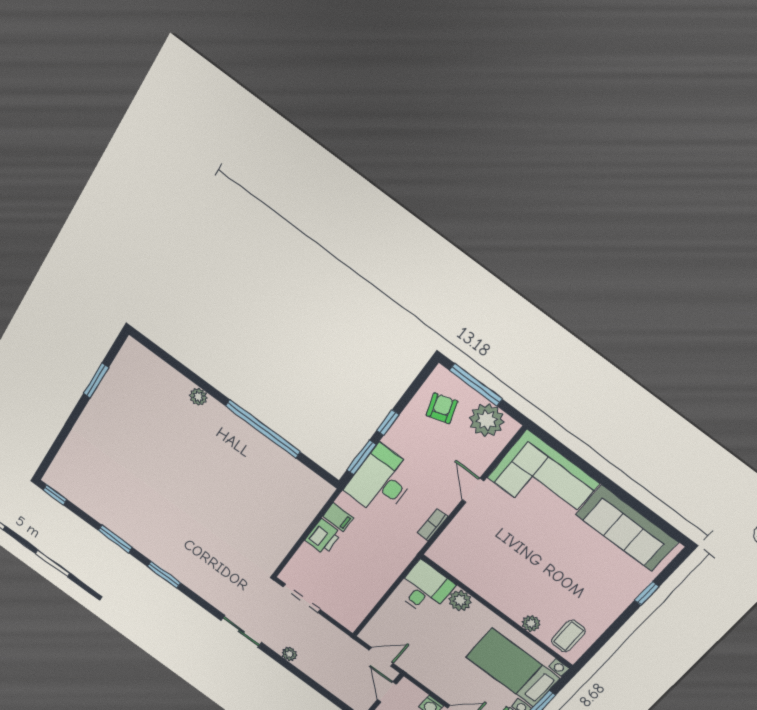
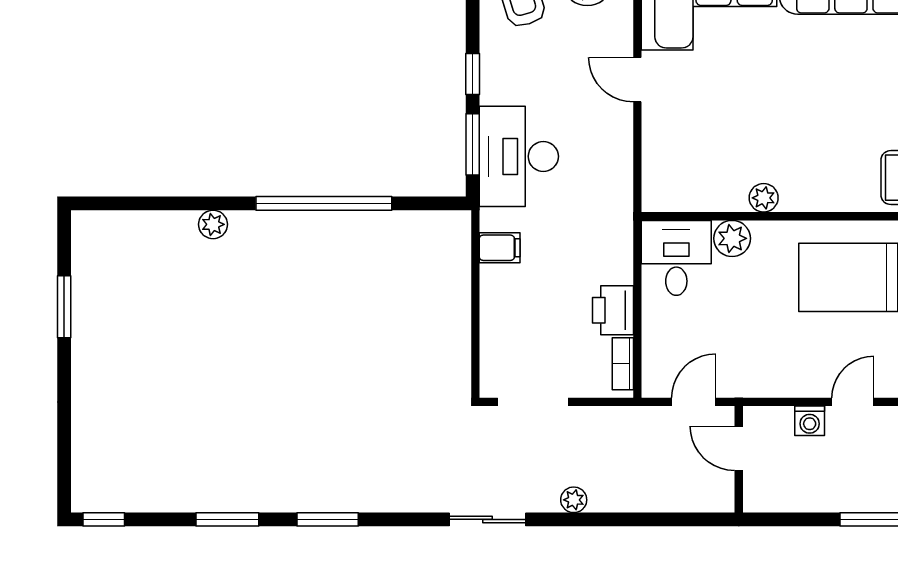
bookcase: (433, 525) -> (623, 364), moved
printer: (323, 537) -> (613, 310), moved, turned 180
plant: (531, 623) -> (764, 198), moved

